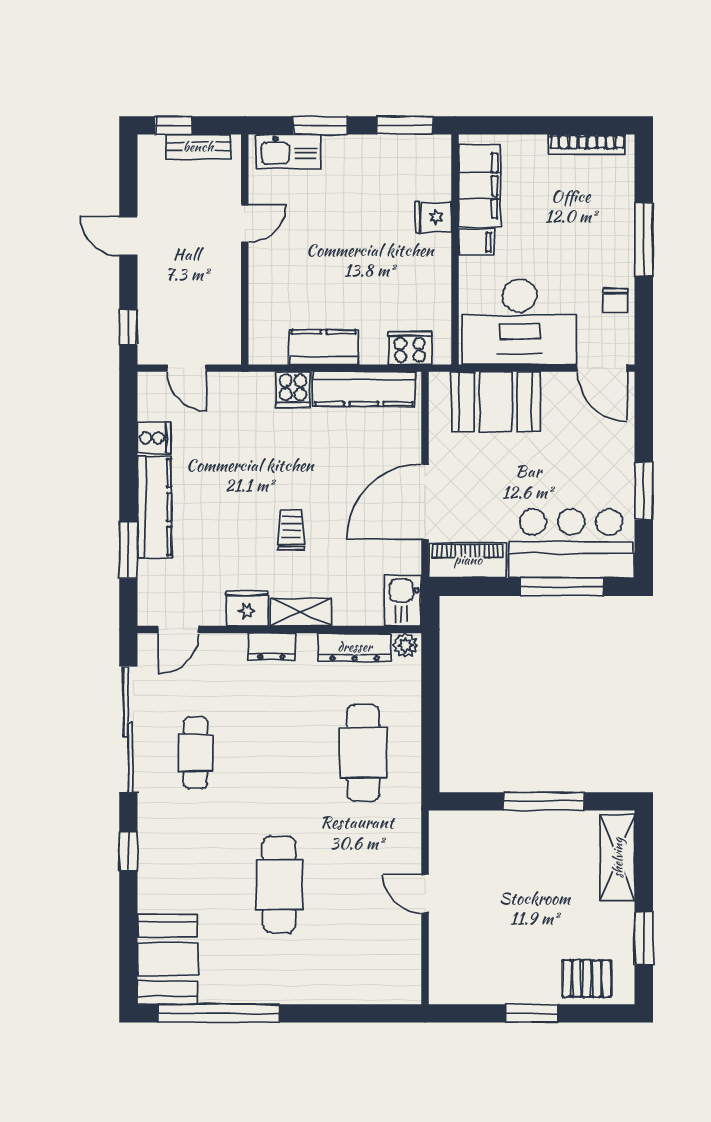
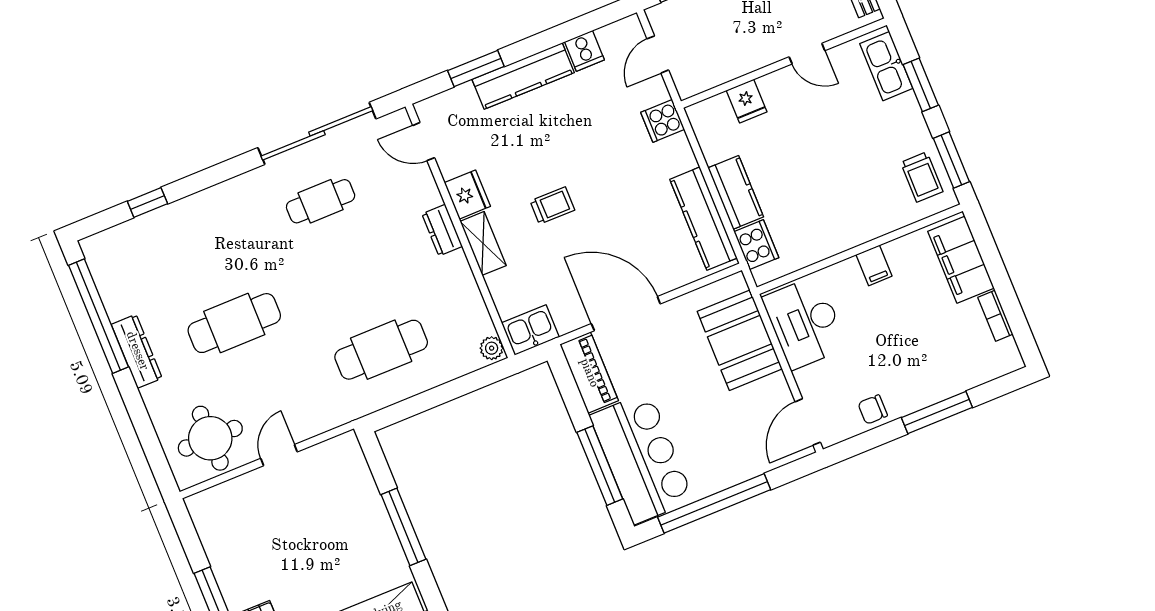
bookcase: (587, 144) -> (995, 316), width x0.64
trolley: (410, 161) -> (922, 177), added
filing cabinet: (480, 186) -> (961, 260), moved, turned 90
fridge: (433, 217) -> (747, 101), moved, turned 180
desk: (520, 322) -> (805, 323), width x0.73, depth x0.77
kitchen counter: (324, 347) -> (736, 192), moved
cooker: (293, 390) -> (663, 121), moved
window: (644, 491) -> (714, 503), width x2.11
dresser: (355, 647) -> (137, 351), moved, turned 180
window: (128, 851) -> (147, 203), moved
round table: (381, 953) -> (210, 438), added
booth: (168, 959) -> (128, 251), removed

